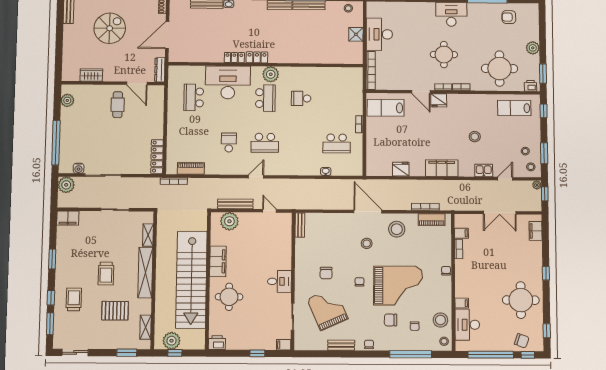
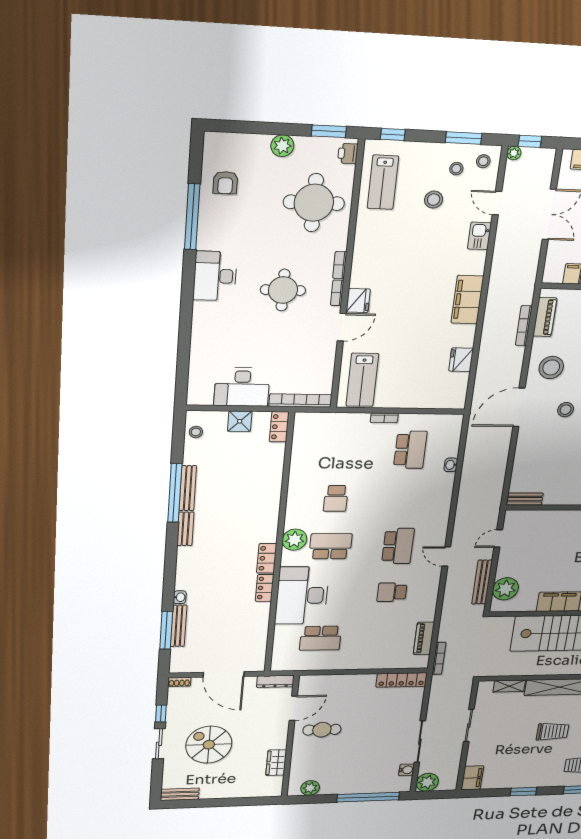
locker: (352, 59) -> (279, 427), added
stool: (475, 137) -> (434, 200), moved

